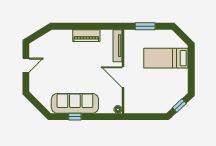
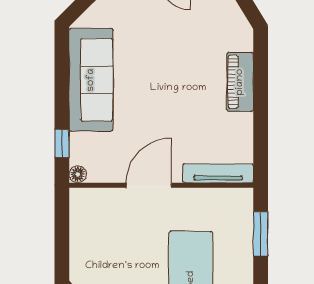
piano: (86, 36) -> (240, 82), moved
window: (75, 117) -> (62, 143), moved

